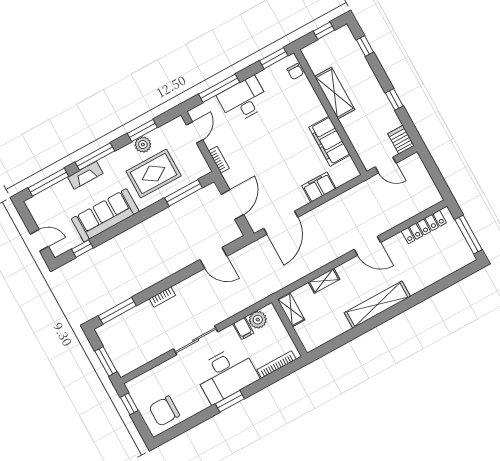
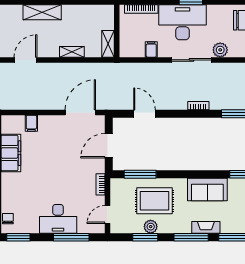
filing cabinet: (319, 187) -> (31, 123), width x0.50
sofa: (105, 215) -> (207, 190), width x0.73
door: (367, 246) -> (25, 60), hinge flipped
shelving: (377, 305) -> (42, 12), width x0.68
plant: (258, 320) -> (220, 50), moved

